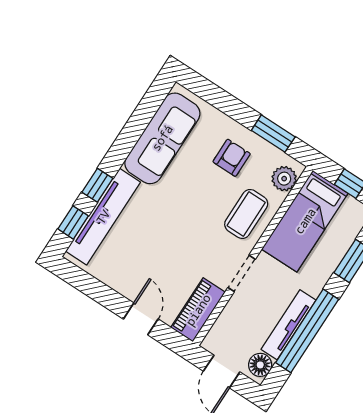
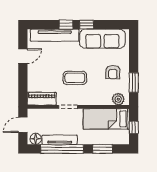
armchair: (232, 158) -> (113, 72), turned 90
coffee table: (246, 214) -> (75, 78), moved
window: (73, 222) -> (87, 25), moved
door: (141, 319) -> (23, 56), moved

